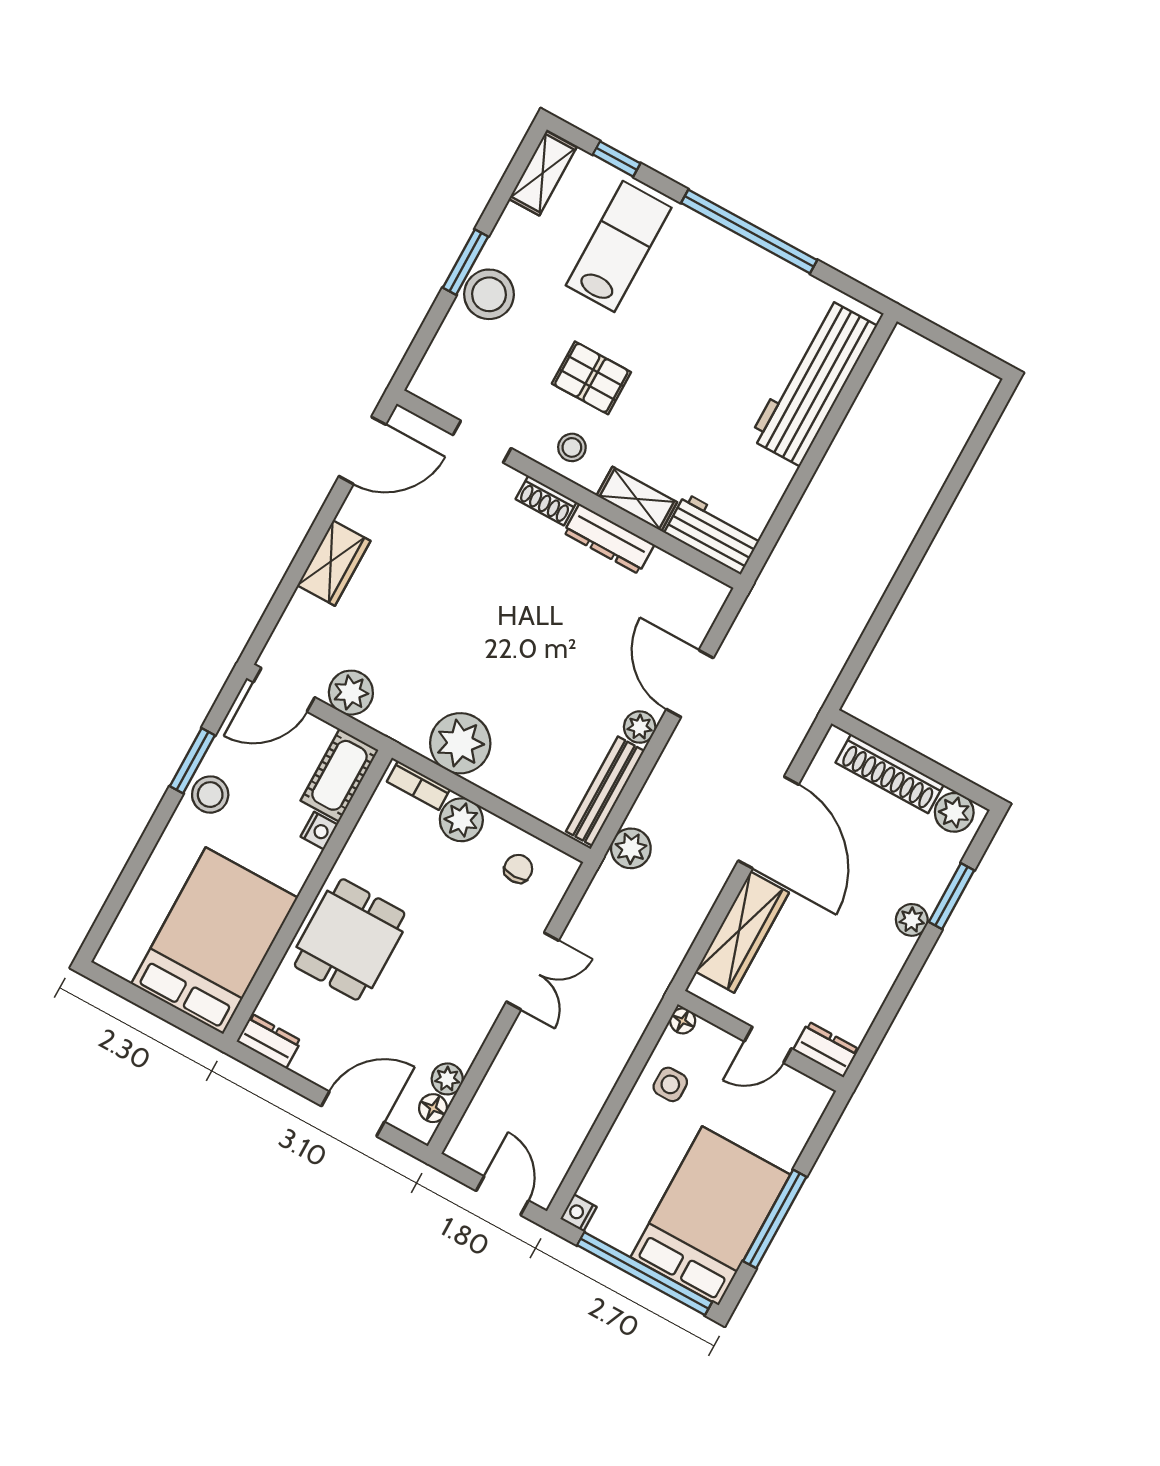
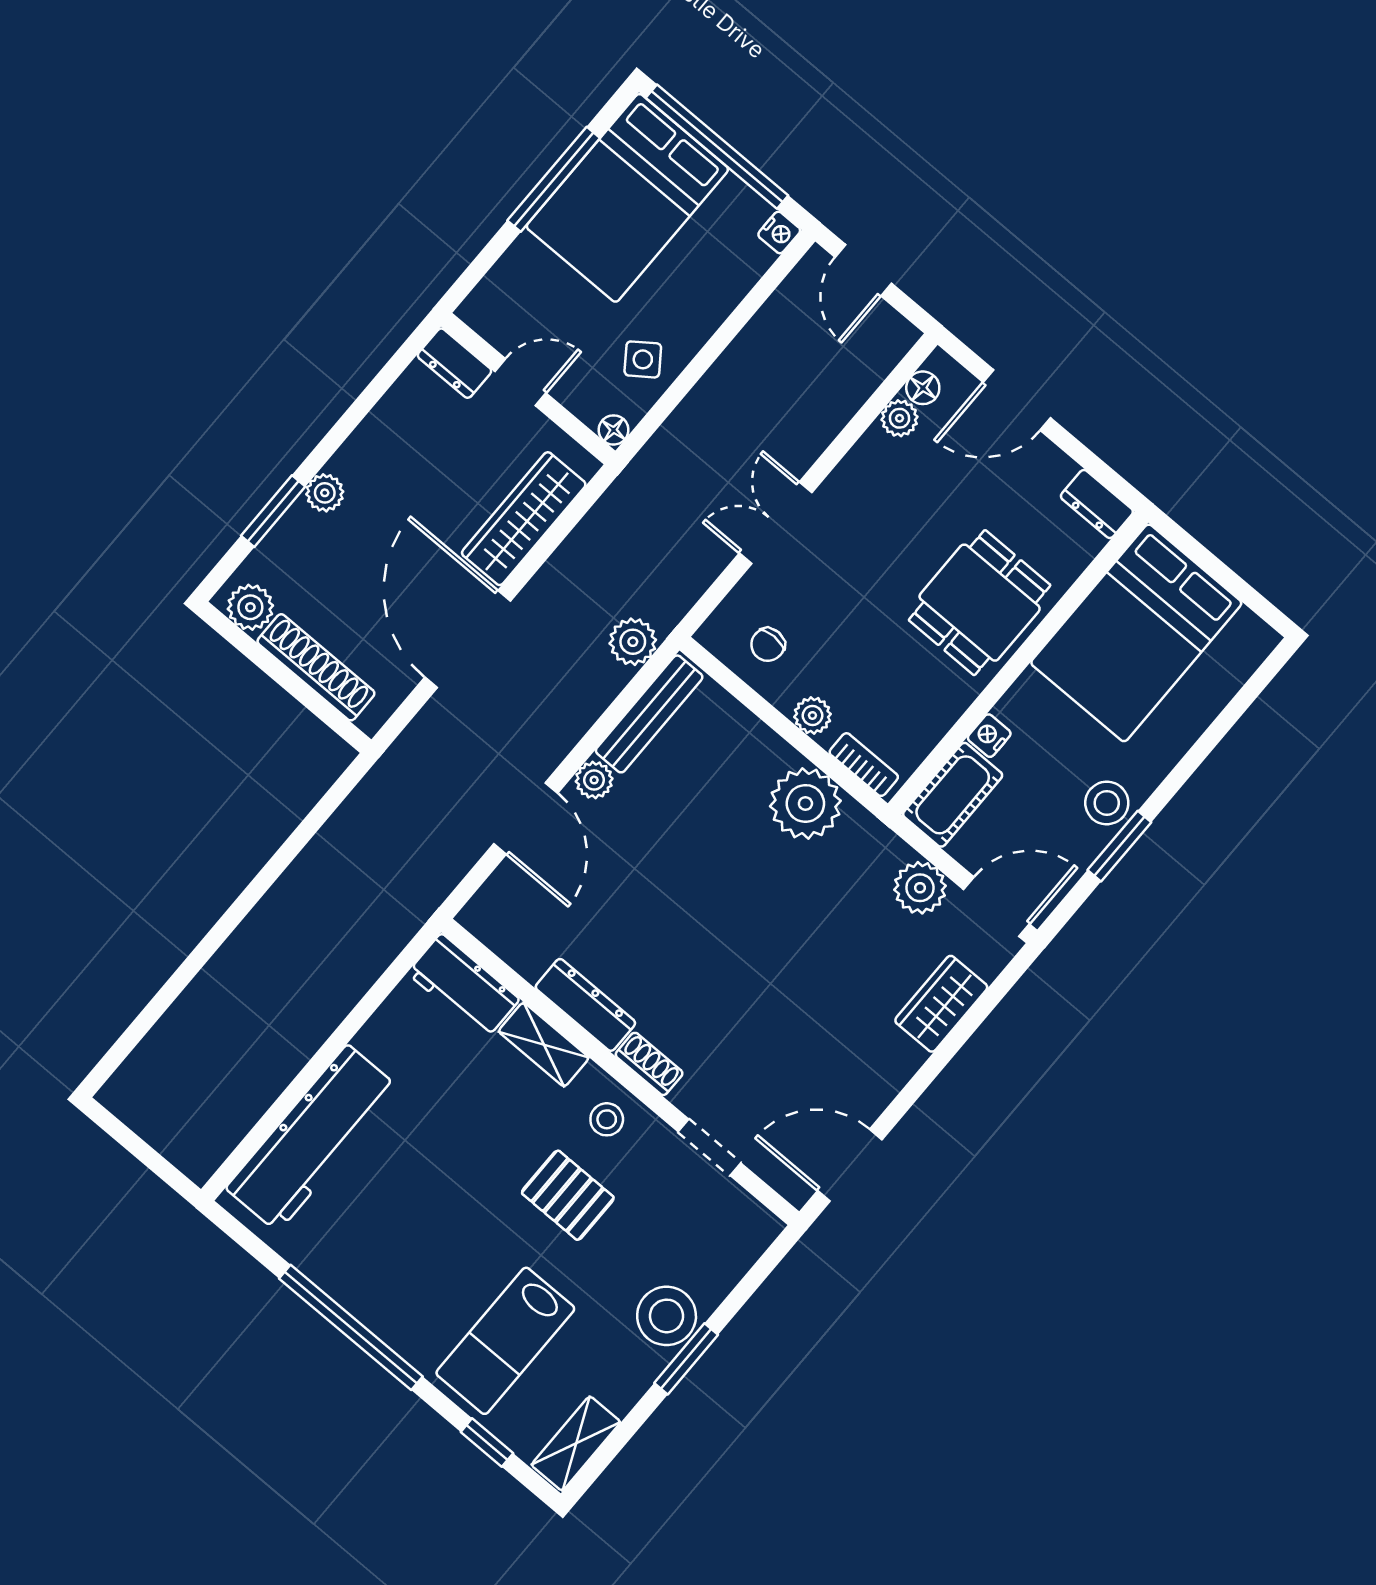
wardrobe: (334, 563) -> (941, 1004), moved
plant: (461, 820) -> (812, 715), width x0.73, depth x0.73
side table: (670, 1084) -> (643, 359), turned -36

